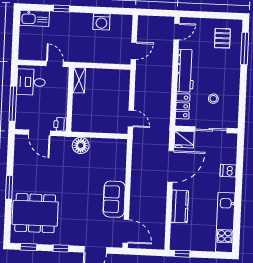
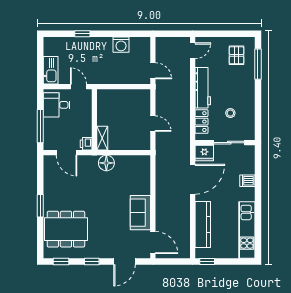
kitchen sink: (34, 18) -> (51, 70), moved, turned -90
door: (134, 51) -> (153, 71), hinge flipped
shelving: (79, 80) -> (102, 138), moved
door: (131, 118) -> (153, 124), moved
kitchen counter: (180, 206) -> (203, 225), width x1.50

